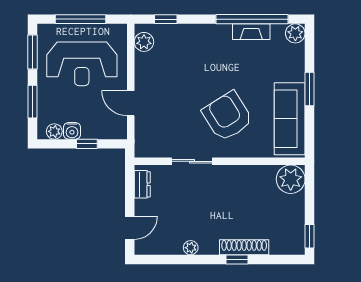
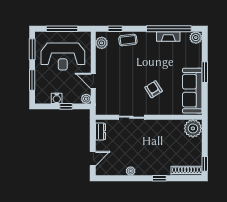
coffee table: (186, 37) -> (128, 40), added
armchair: (227, 116) -> (154, 89), width x0.53, depth x0.53
plant: (54, 131) -> (86, 99), moved
shoe rack: (244, 247) -> (187, 171), moved

